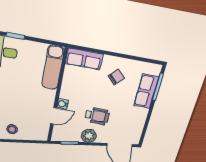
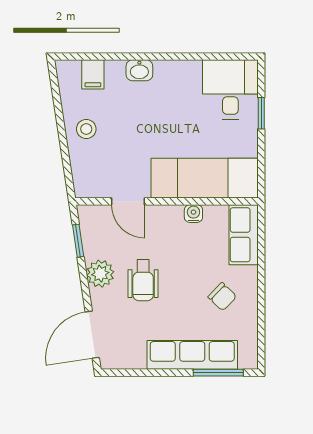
exam couch: (53, 67) -> (205, 178), width x1.36, depth x1.45
row of seats: (146, 91) -> (192, 355), width x1.48
water cooler: (63, 104) -> (193, 214), moved

